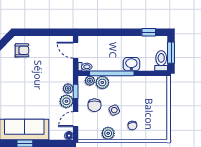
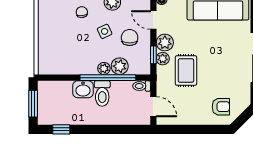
armchair: (22, 50) -> (221, 107), turned 180
toilet: (161, 61) -> (102, 94), moved
rug: (50, 79) -> (186, 71), added
plant: (90, 81) -> (104, 68), moved
door: (76, 119) -> (153, 20), swing flipped

